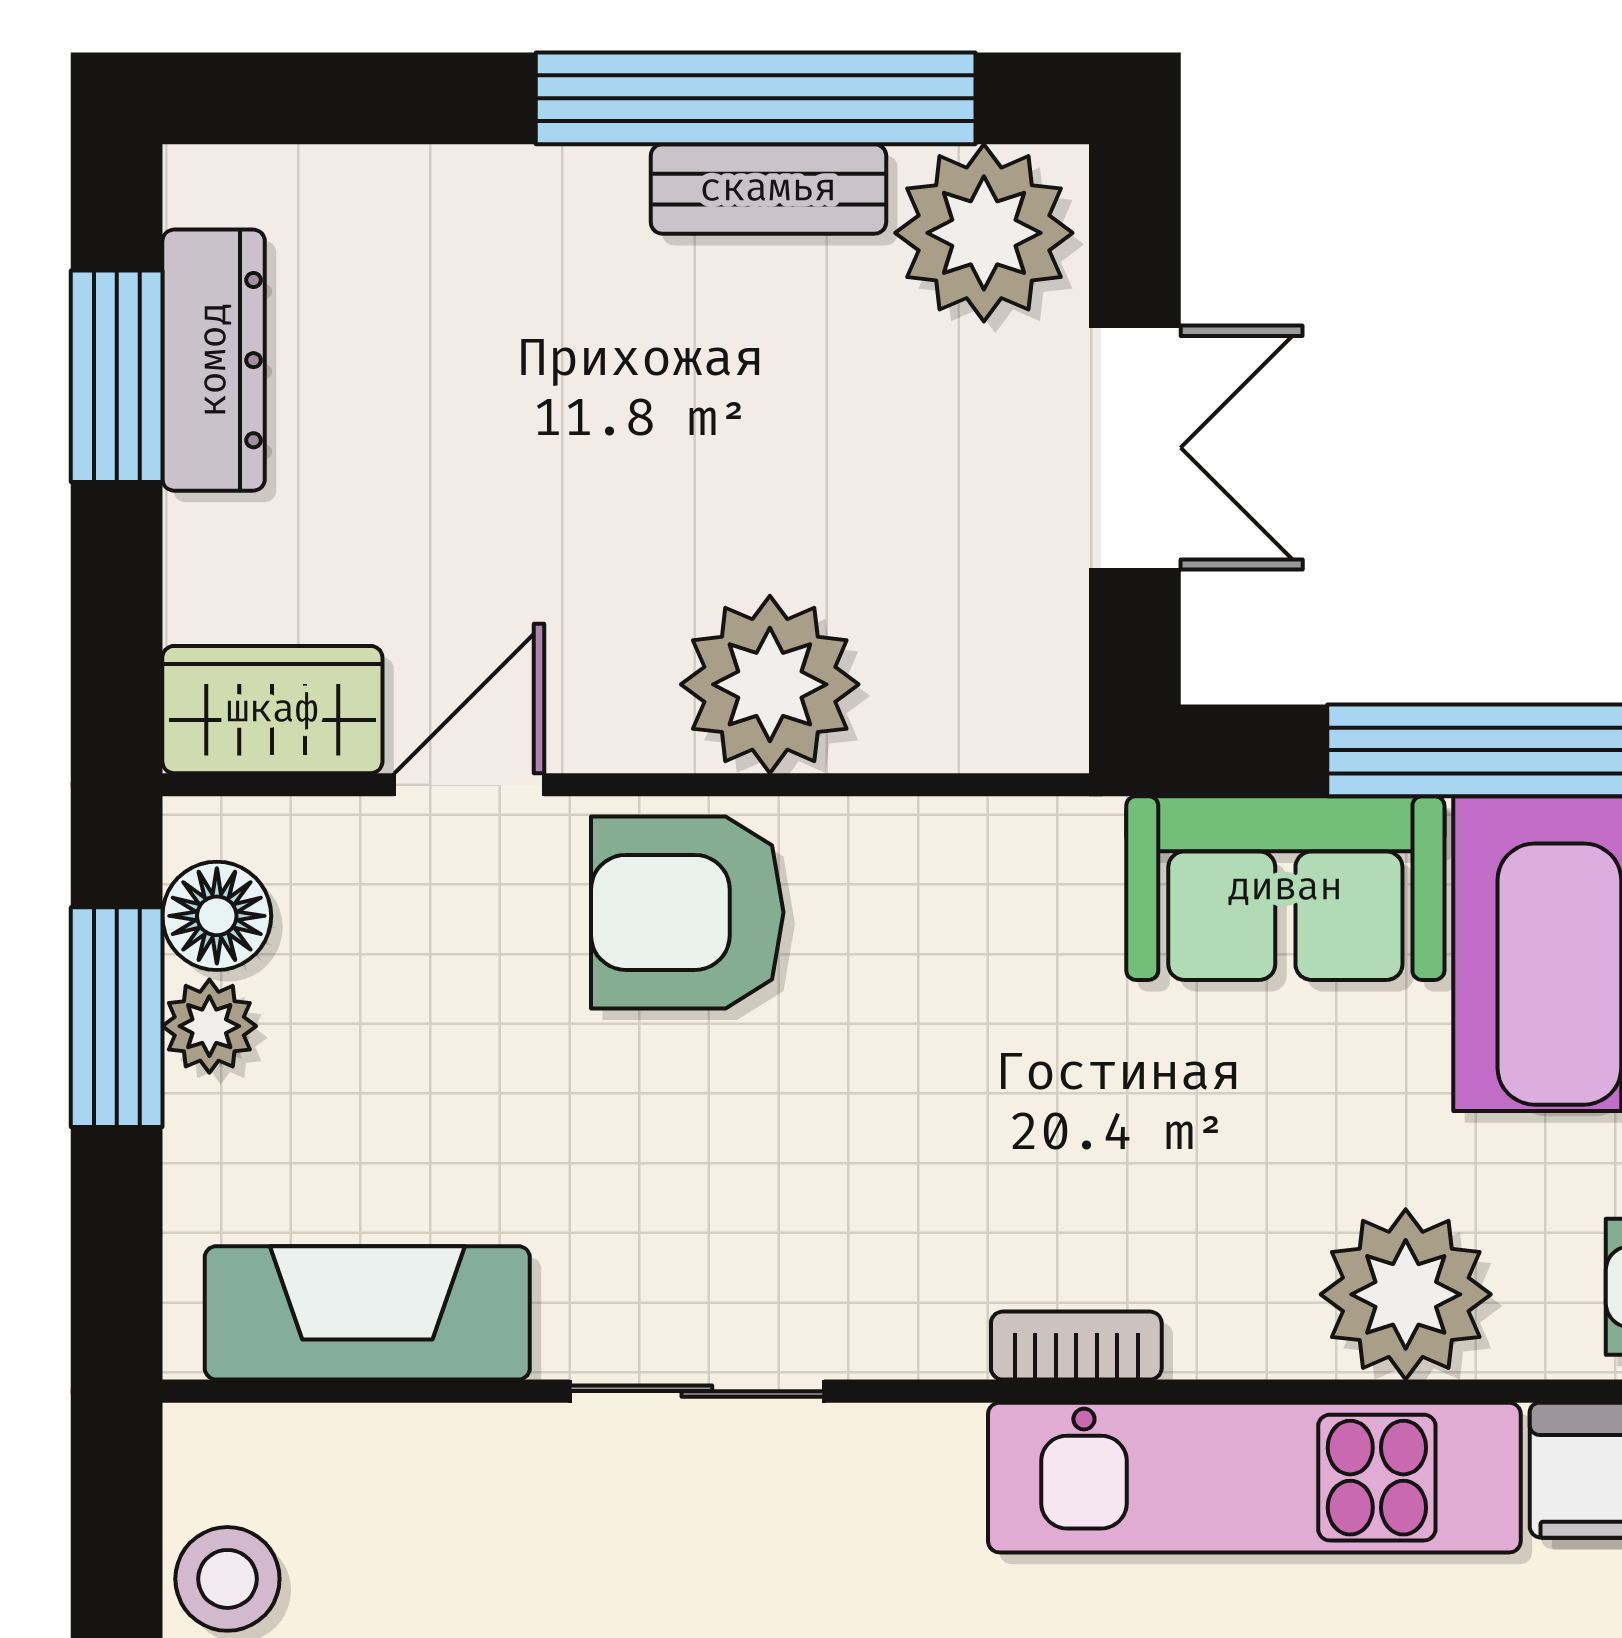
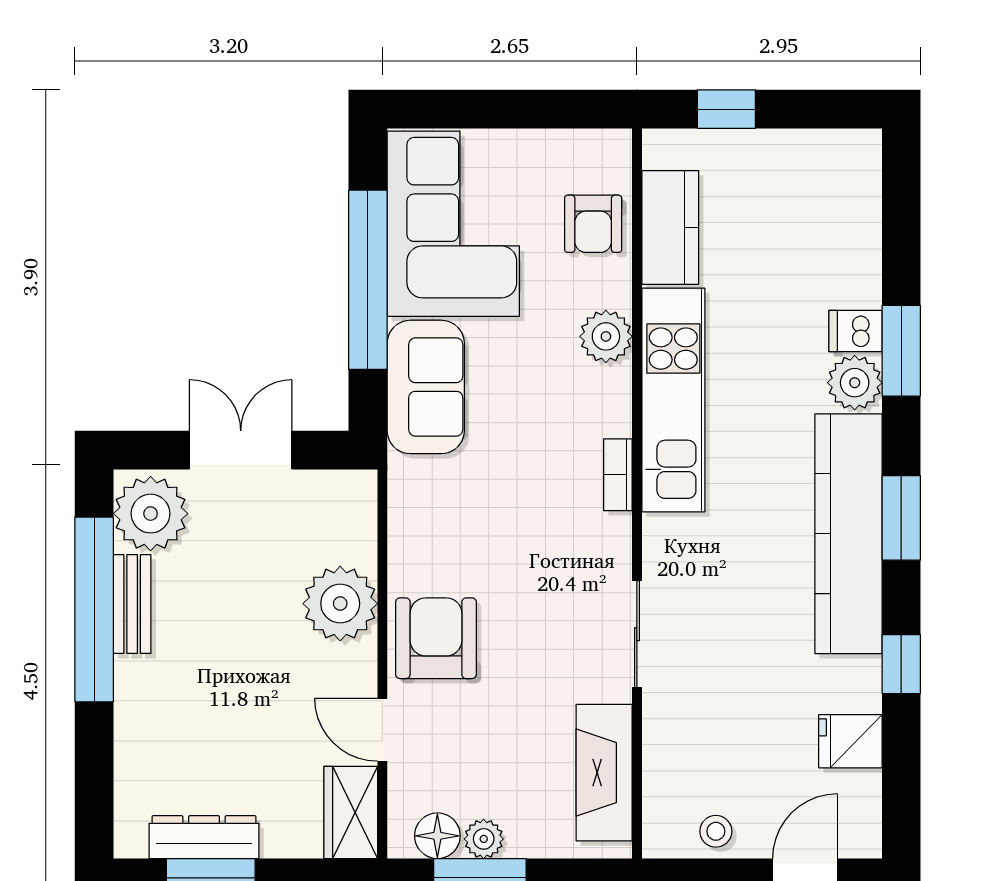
armchair: (687, 912) -> (436, 638), turned 180
plant: (1406, 1294) -> (606, 336), width x0.73, depth x0.73
stool: (227, 1579) -> (716, 831), width x0.73, depth x0.73

